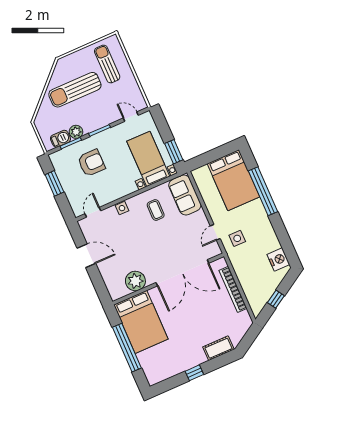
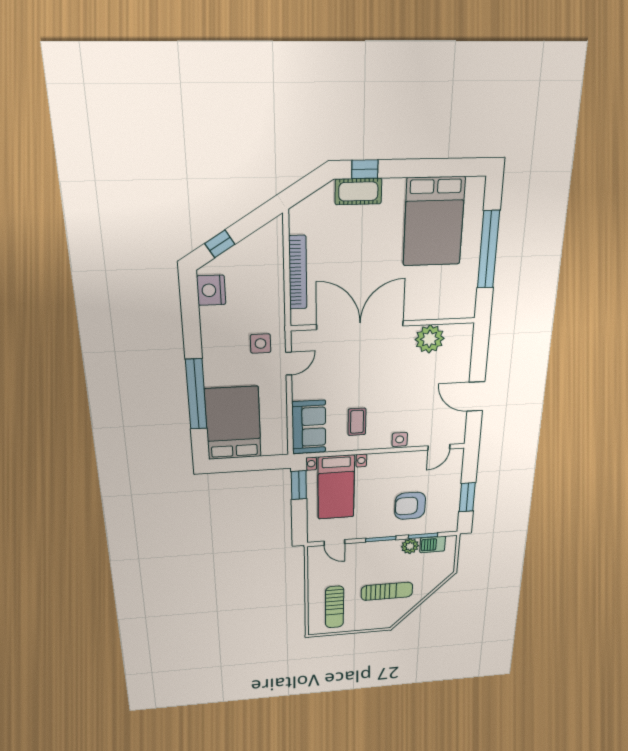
sun lounger: (75, 90) -> (387, 591), width x0.73, depth x0.75
window: (276, 299) -> (220, 244), moved
bed: (141, 322) -> (434, 222), moved, turned 180
window: (194, 373) -> (365, 169), moved

